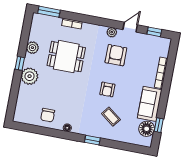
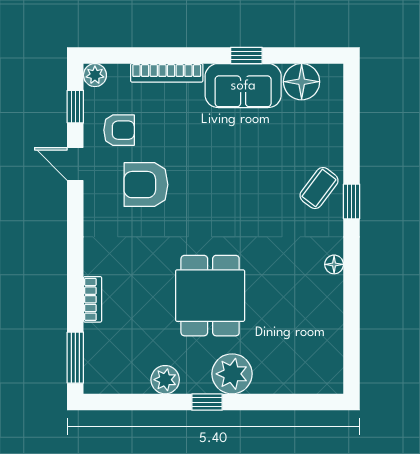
plant: (112, 32) -> (95, 75), moved
dining table: (66, 57) -> (210, 296), moved
armchair: (107, 89) -> (119, 130), moved
chair: (48, 115) -> (314, 315), removed
coffee table: (111, 117) -> (319, 188), moved
window: (159, 125) -> (246, 55), moved

